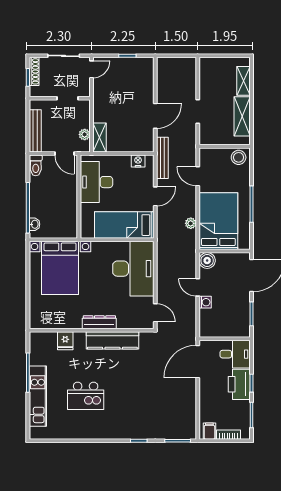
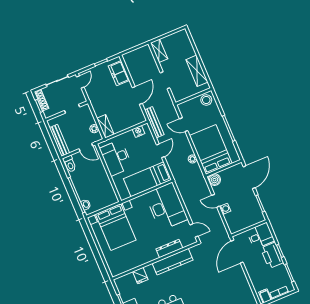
freezer: (144, 78) -> (119, 73), added
shelving: (244, 81) -> (159, 51), moved
dresser: (99, 322) -> (169, 248), moved

